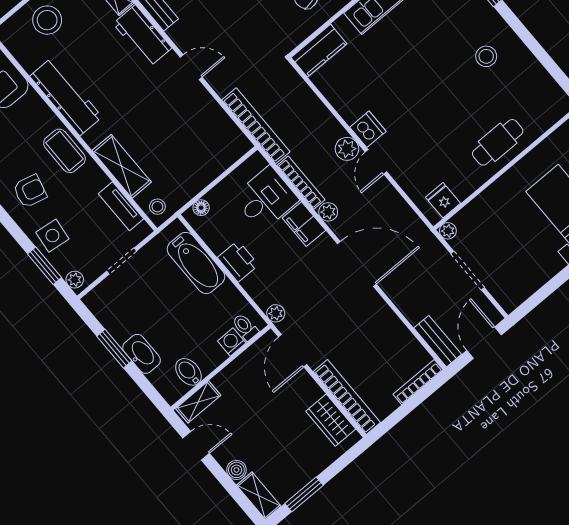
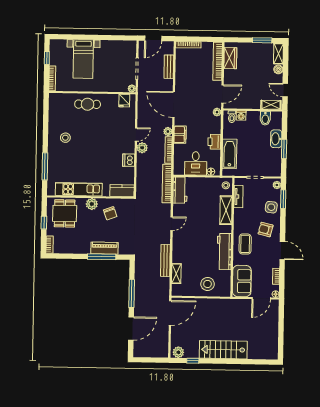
workbench: (142, 36) -> (180, 190), moved
door: (191, 67) -> (172, 224), swing flipped
dishwasher: (368, 129) -> (129, 160), moved
coffee table: (64, 151) -> (245, 244), moved
desk: (266, 199) -> (196, 163), moved, turned -90
bench: (438, 341) -> (169, 67), moved

